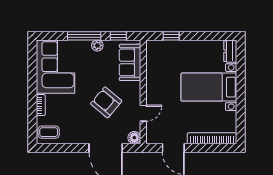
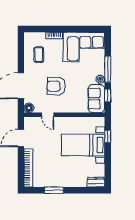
sofa: (130, 62) -> (96, 99), moved, turned -90
bed with nightstands: (209, 87) -> (83, 145), moved, turned -90
armchair: (106, 102) -> (56, 86), turned -130
window: (241, 105) -> (54, 190), added
coffee table: (49, 132) -> (39, 55), moved

